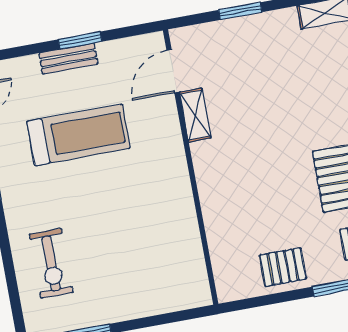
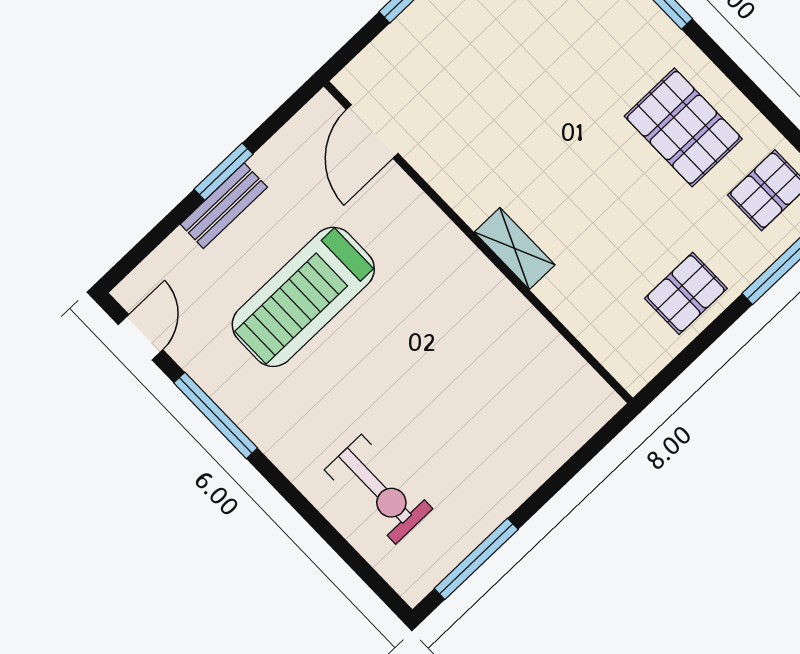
shelving: (195, 115) -> (515, 249), moved
treadmill: (79, 135) -> (303, 297), turned 180

